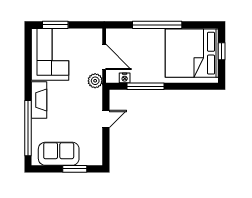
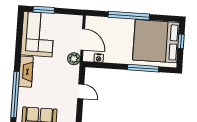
window: (146, 86) -> (143, 68), moved
door: (106, 119) -> (81, 91), hinge flipped

